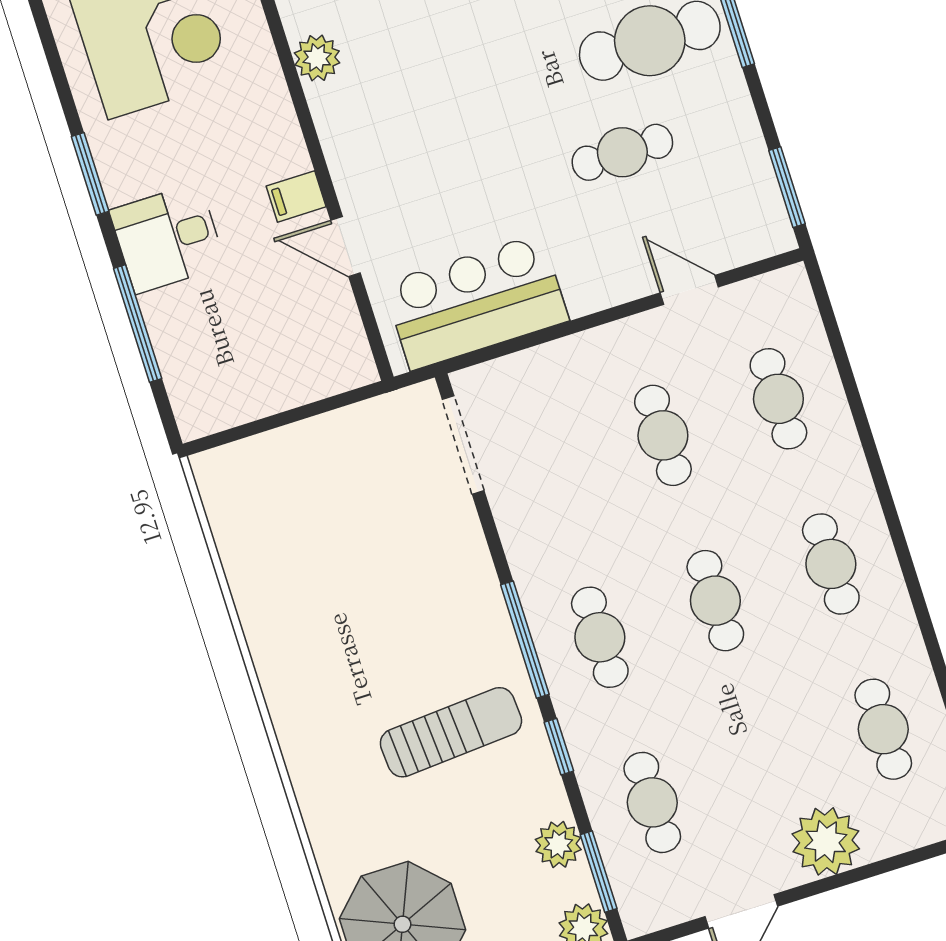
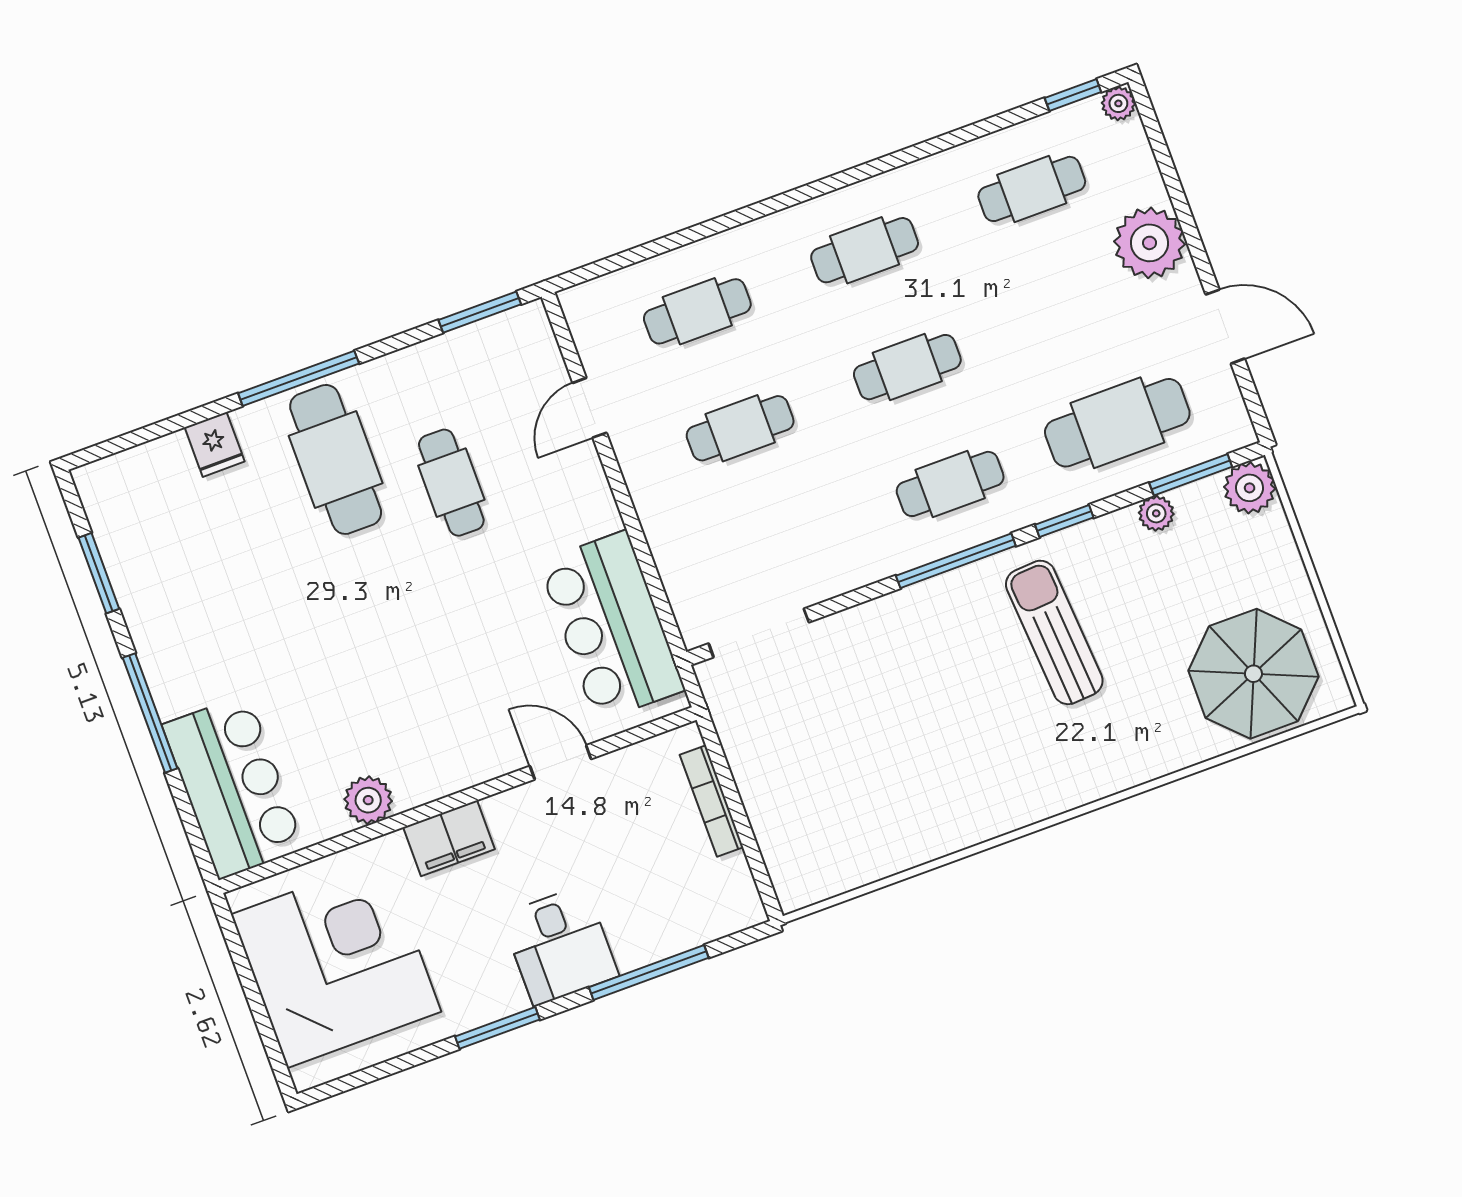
filing cabinet: (296, 196) -> (449, 838), moved, width x2.00
door: (346, 247) -> (560, 762), swing flipped
bookcase: (302, 392) -> (711, 801), added
cafe table: (652, 802) -> (1117, 423), width x1.37, depth x1.35
plant: (558, 845) -> (1156, 513), width x0.73, depth x0.73

